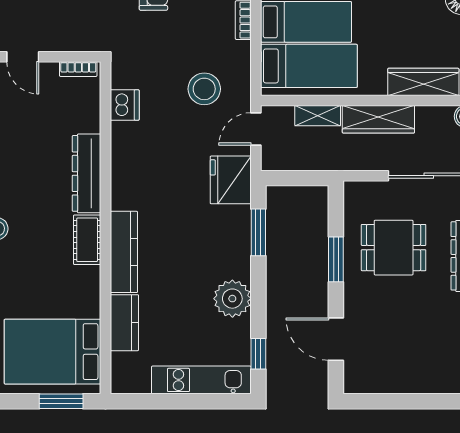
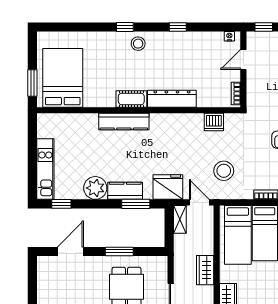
shelving: (318, 116) -> (180, 219), moved
wardrobe: (378, 119) -> (205, 270), width x0.67
kitchen counter: (124, 323) -> (125, 191), moved, turned 180

